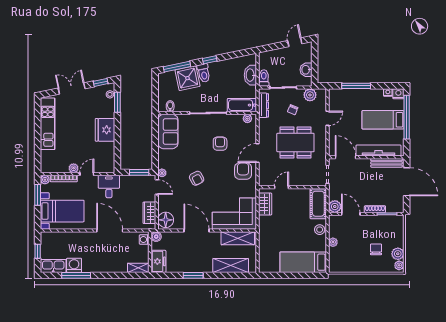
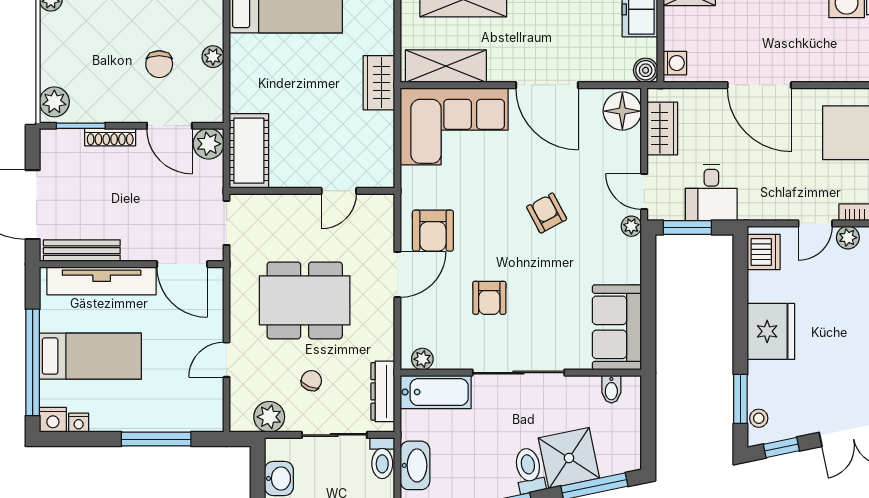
dishwasher: (108, 162) -> (764, 252), added
desk: (109, 186) -> (711, 193), moved
wardrobe: (265, 204) -> (379, 83), moved
stool: (320, 230) -> (246, 87), removed
chair: (376, 249) -> (159, 64), moved
plant: (398, 254) -> (54, 102), moved

